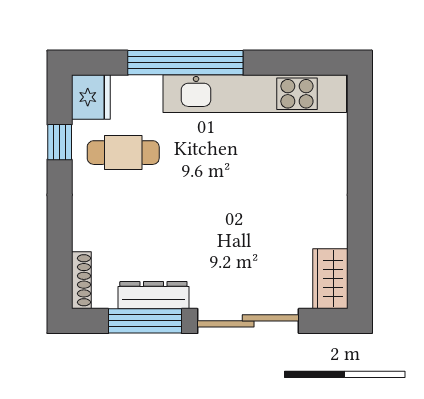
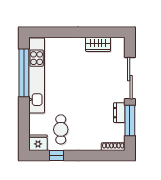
window: (185, 63) -> (24, 73), moved
wardrobe: (330, 279) -> (98, 44), moved
dresser: (153, 295) -> (119, 113), width x0.70

